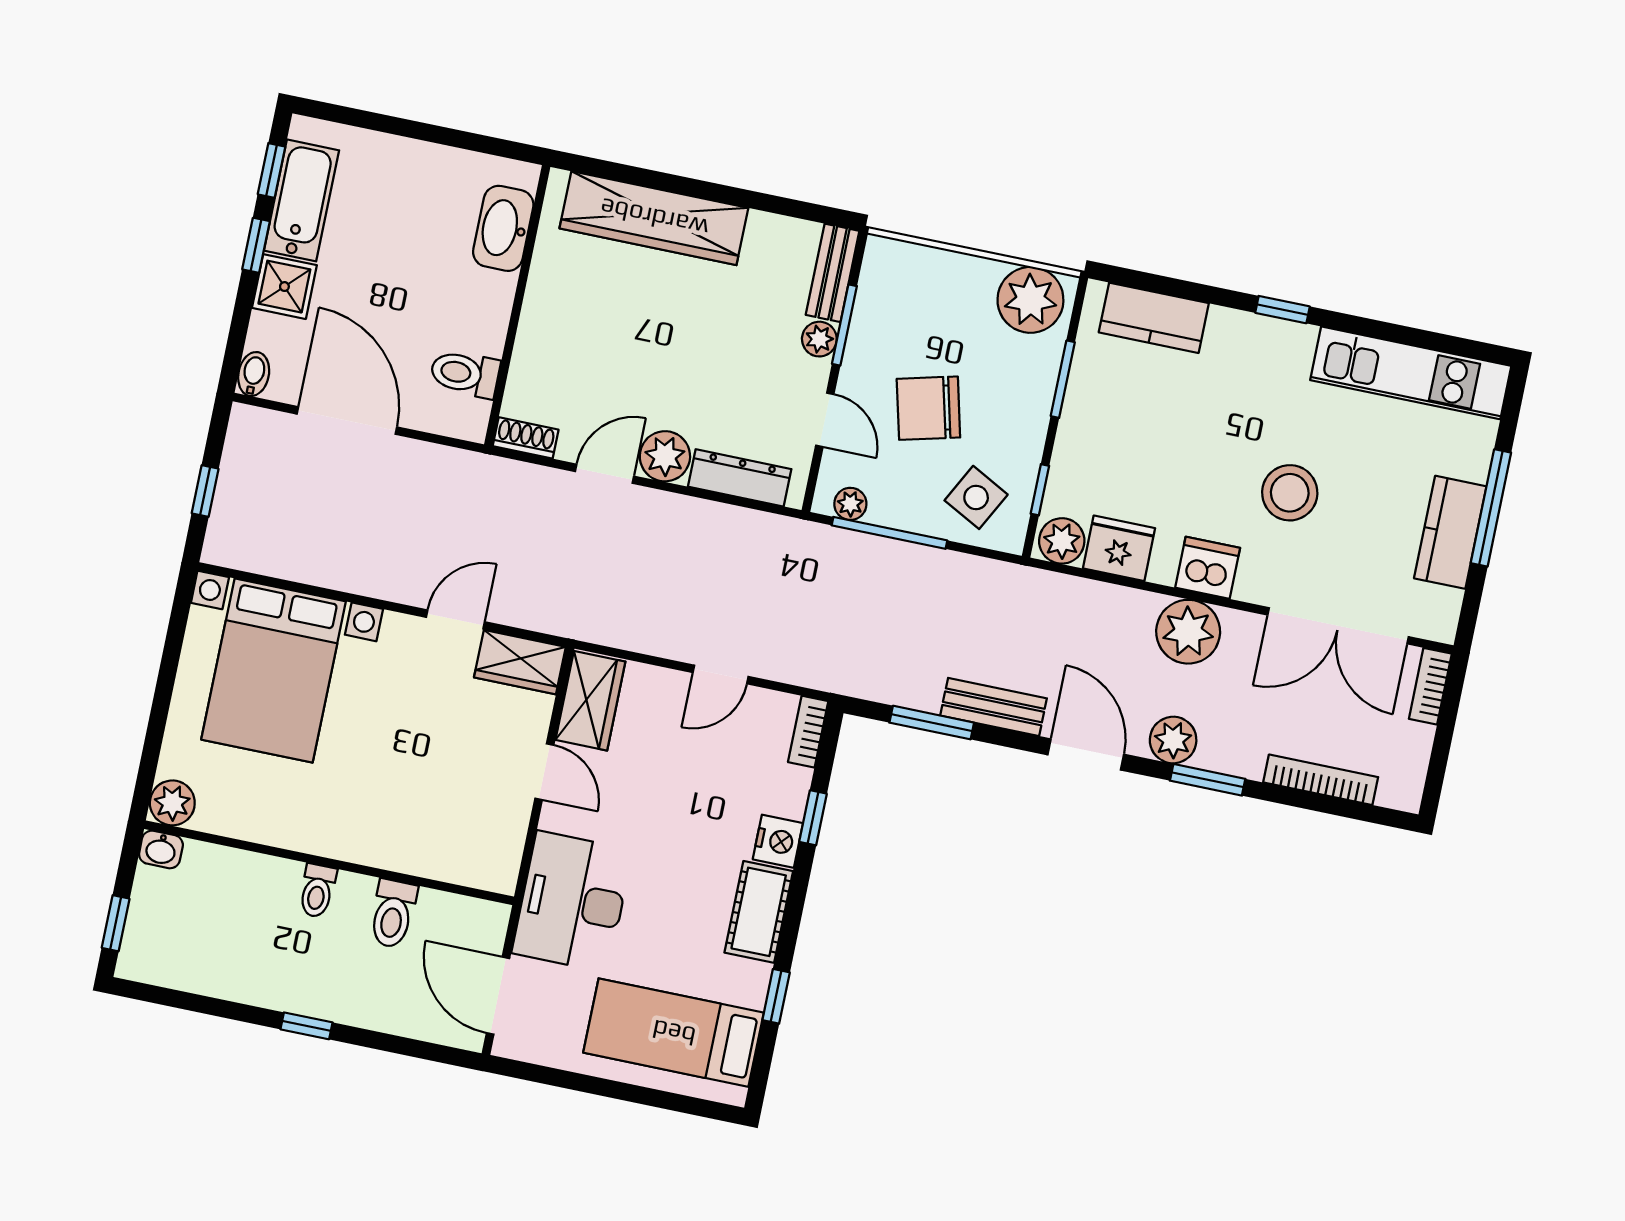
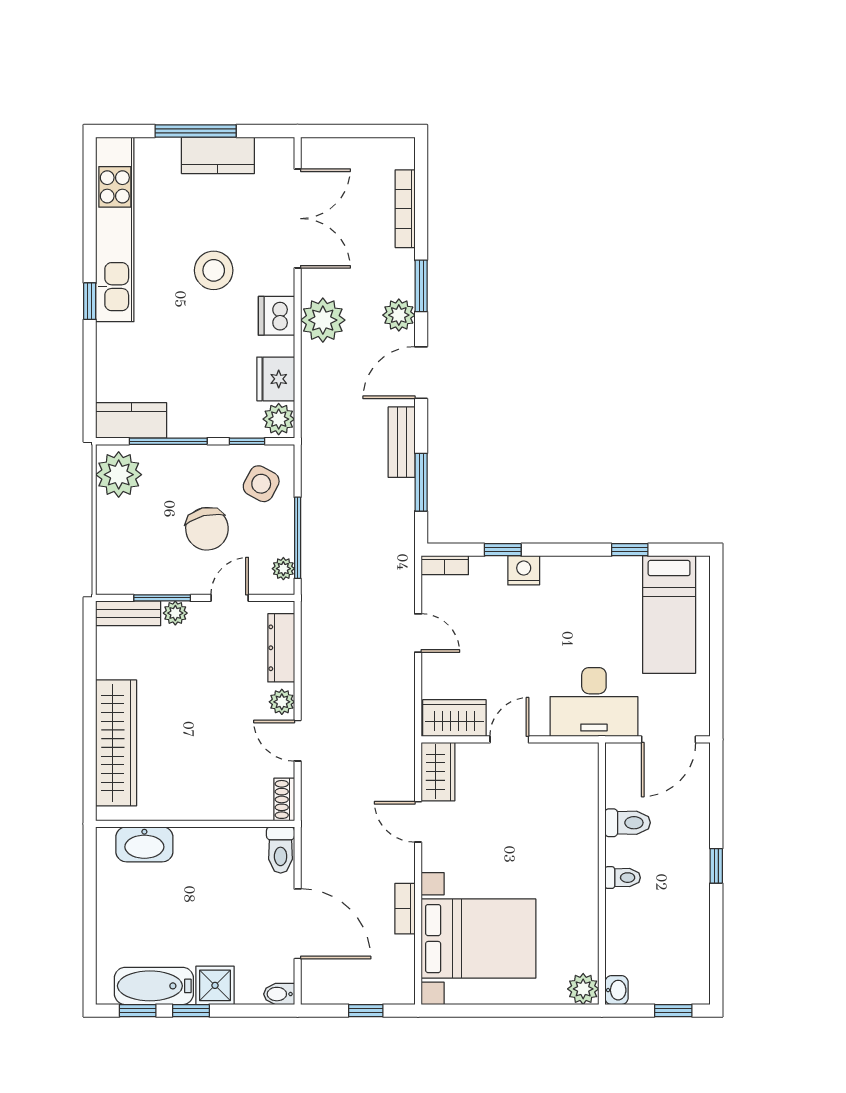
kitchen counter: (1154, 318) -> (131, 420), moved, turned -90
kitchen unit: (1411, 373) -> (115, 229), width x1.36
toilet: (465, 374) -> (281, 850), moved
window: (1063, 379) -> (168, 441), width x1.44
door: (347, 420) -> (298, 924), swing flipped
plant: (665, 456) -> (282, 702), width x0.73, depth x0.73
bookcase: (1430, 686) -> (405, 909), moved, turned 90
cot: (759, 912) -> (575, 573), removed

